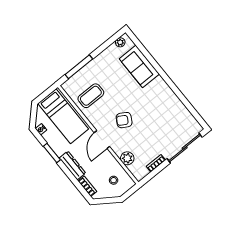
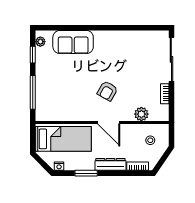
window: (106, 44) -> (33, 55), added
coffee table: (91, 96) -> (65, 102), removed

